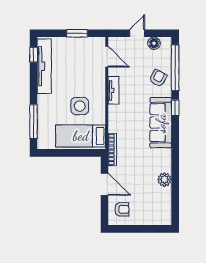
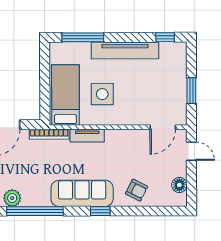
door: (137, 33) -> (191, 151), moved
tv unit: (44, 66) -> (125, 50), moved
window: (175, 68) -> (35, 211), moved
tv unit: (114, 90) -> (87, 136), moved

